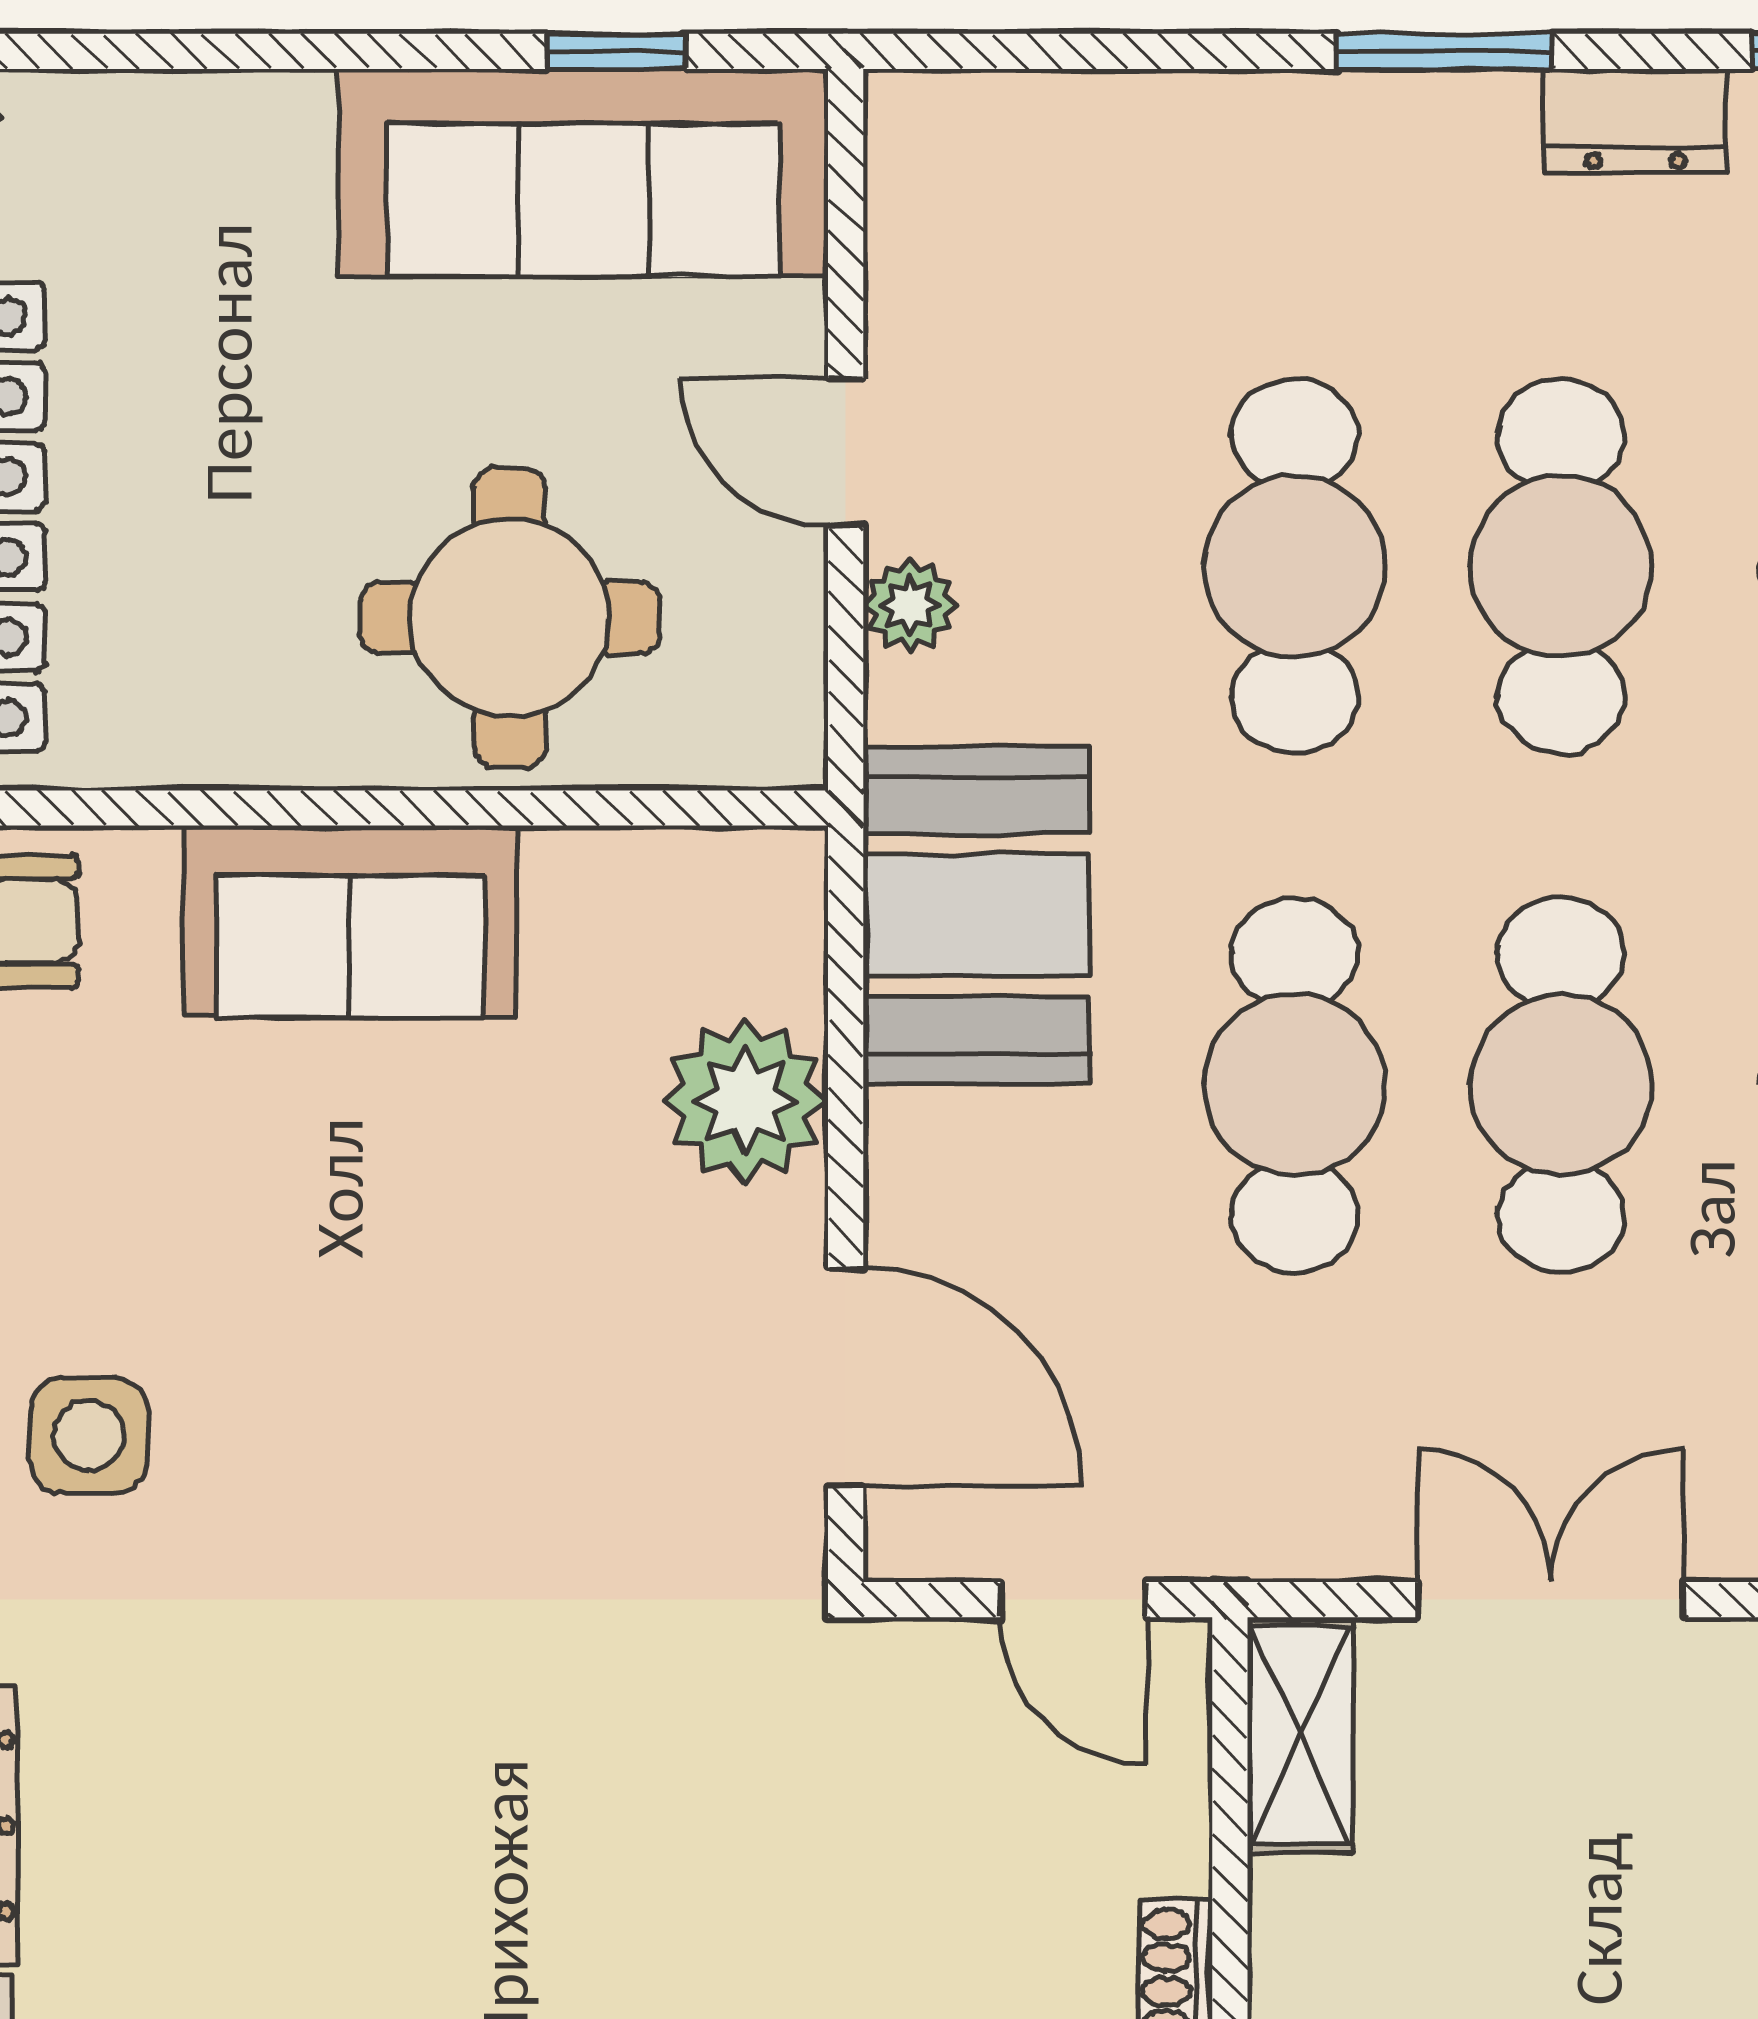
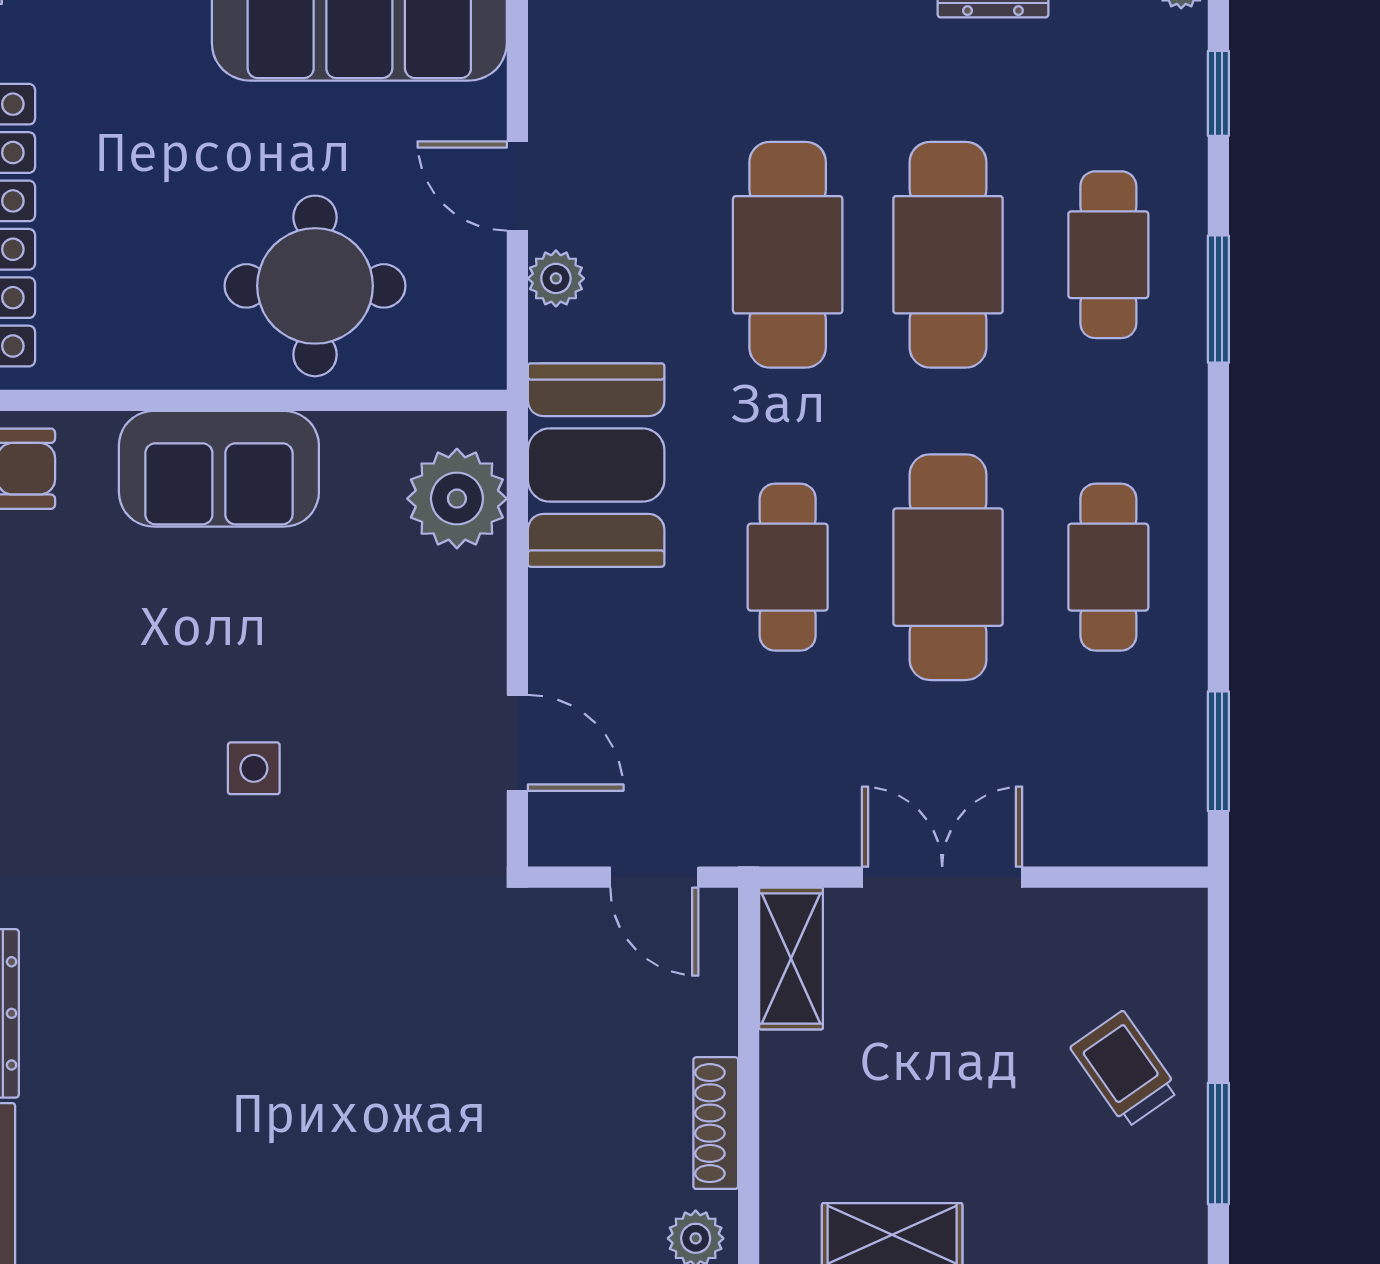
cafe table: (1295, 1085) -> (788, 567), width x0.73, depth x0.74
plant: (745, 1101) -> (457, 499), moved
door: (846, 1377) -> (517, 743), width x0.73
side table: (89, 1435) -> (254, 768), moved, width x0.73, depth x0.73

